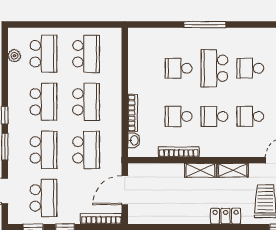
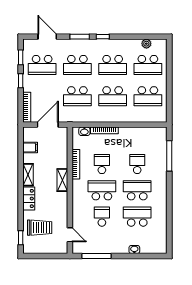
window: (205, 25) -> (169, 156), moved
school desk: (250, 68) -> (137, 217), width x1.85
school desk: (214, 116) -> (102, 190), width x1.85
shelving: (233, 170) -> (28, 175), moved
door: (125, 190) -> (48, 125), hinge flipped
filing cabinet: (156, 214) -> (30, 148), added

